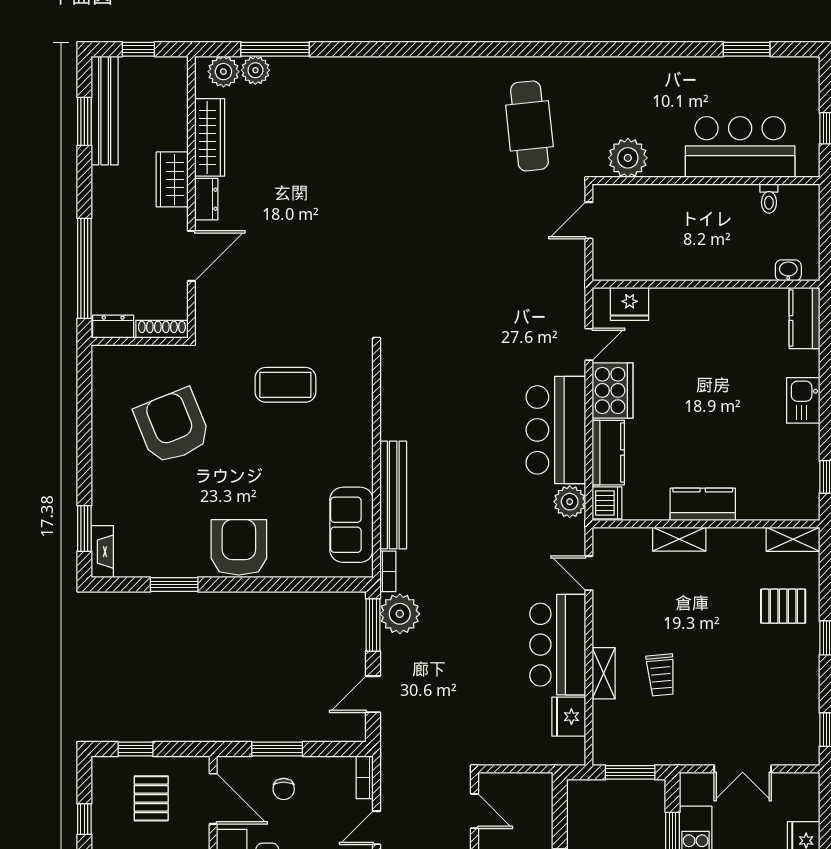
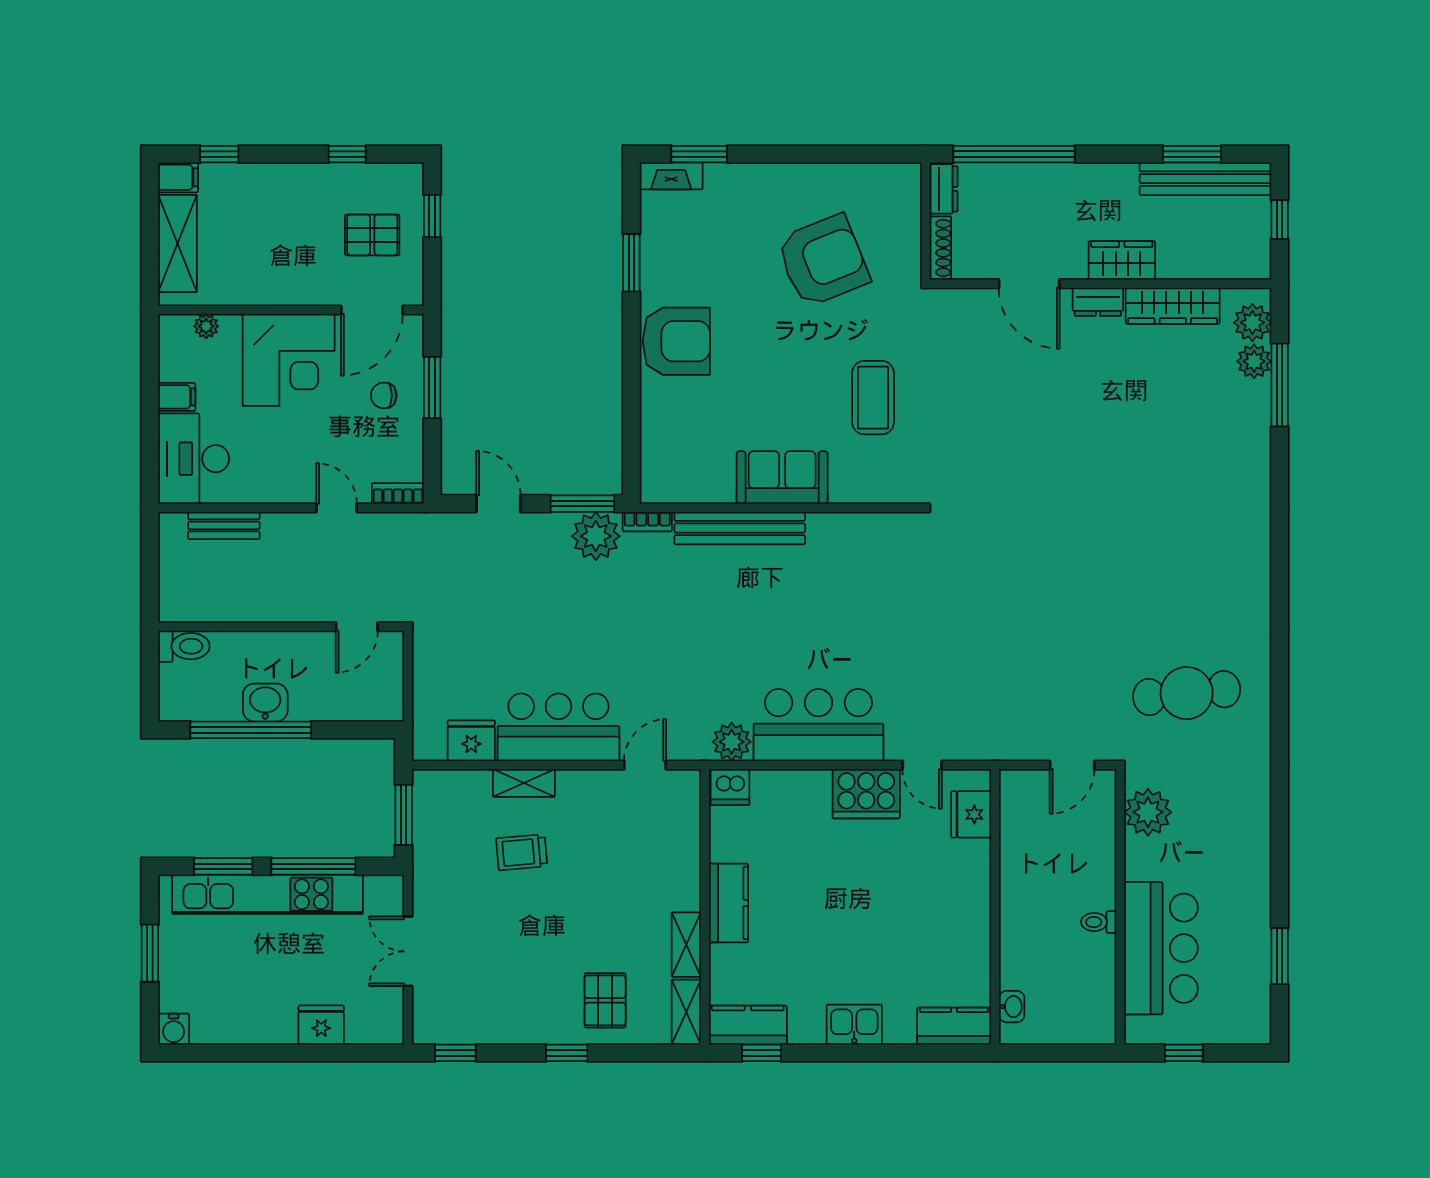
toilet: (769, 199) -> (1099, 922), moved
door: (589, 220) -> (1072, 765), swing flipped
kitchen counter: (608, 453) -> (748, 1025), moved, turned 180
sofa: (351, 525) -> (782, 478), moved
shelving: (679, 539) -> (686, 945), moved

